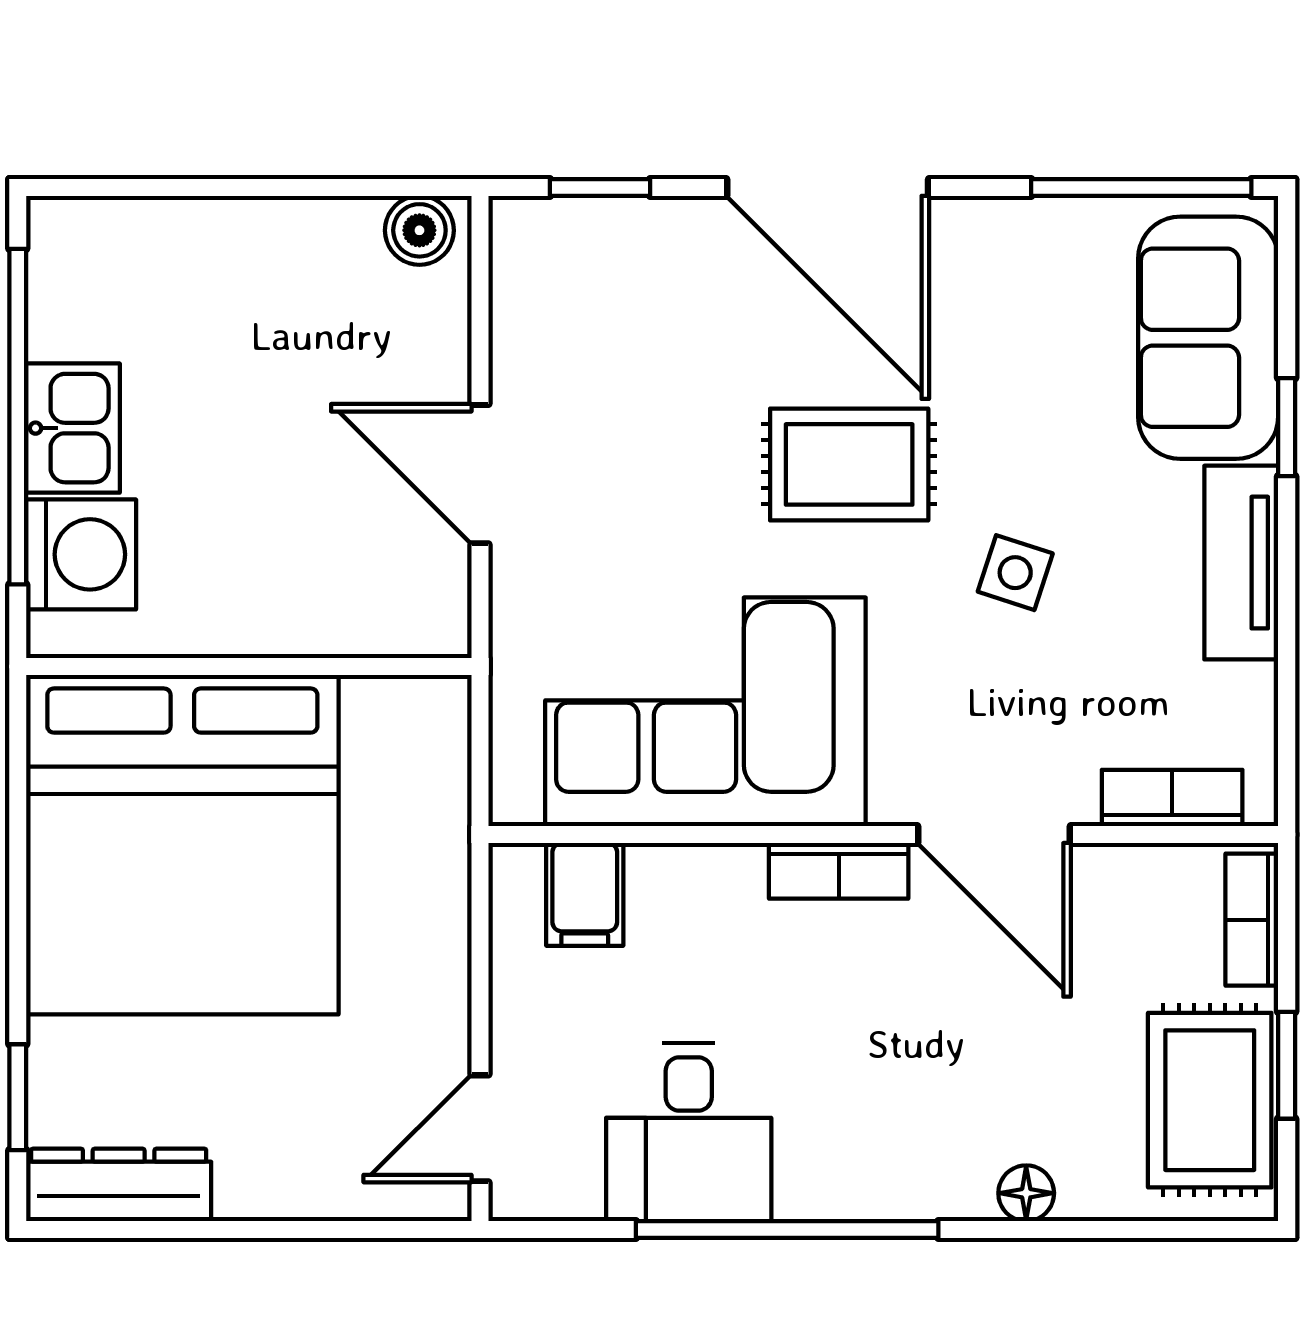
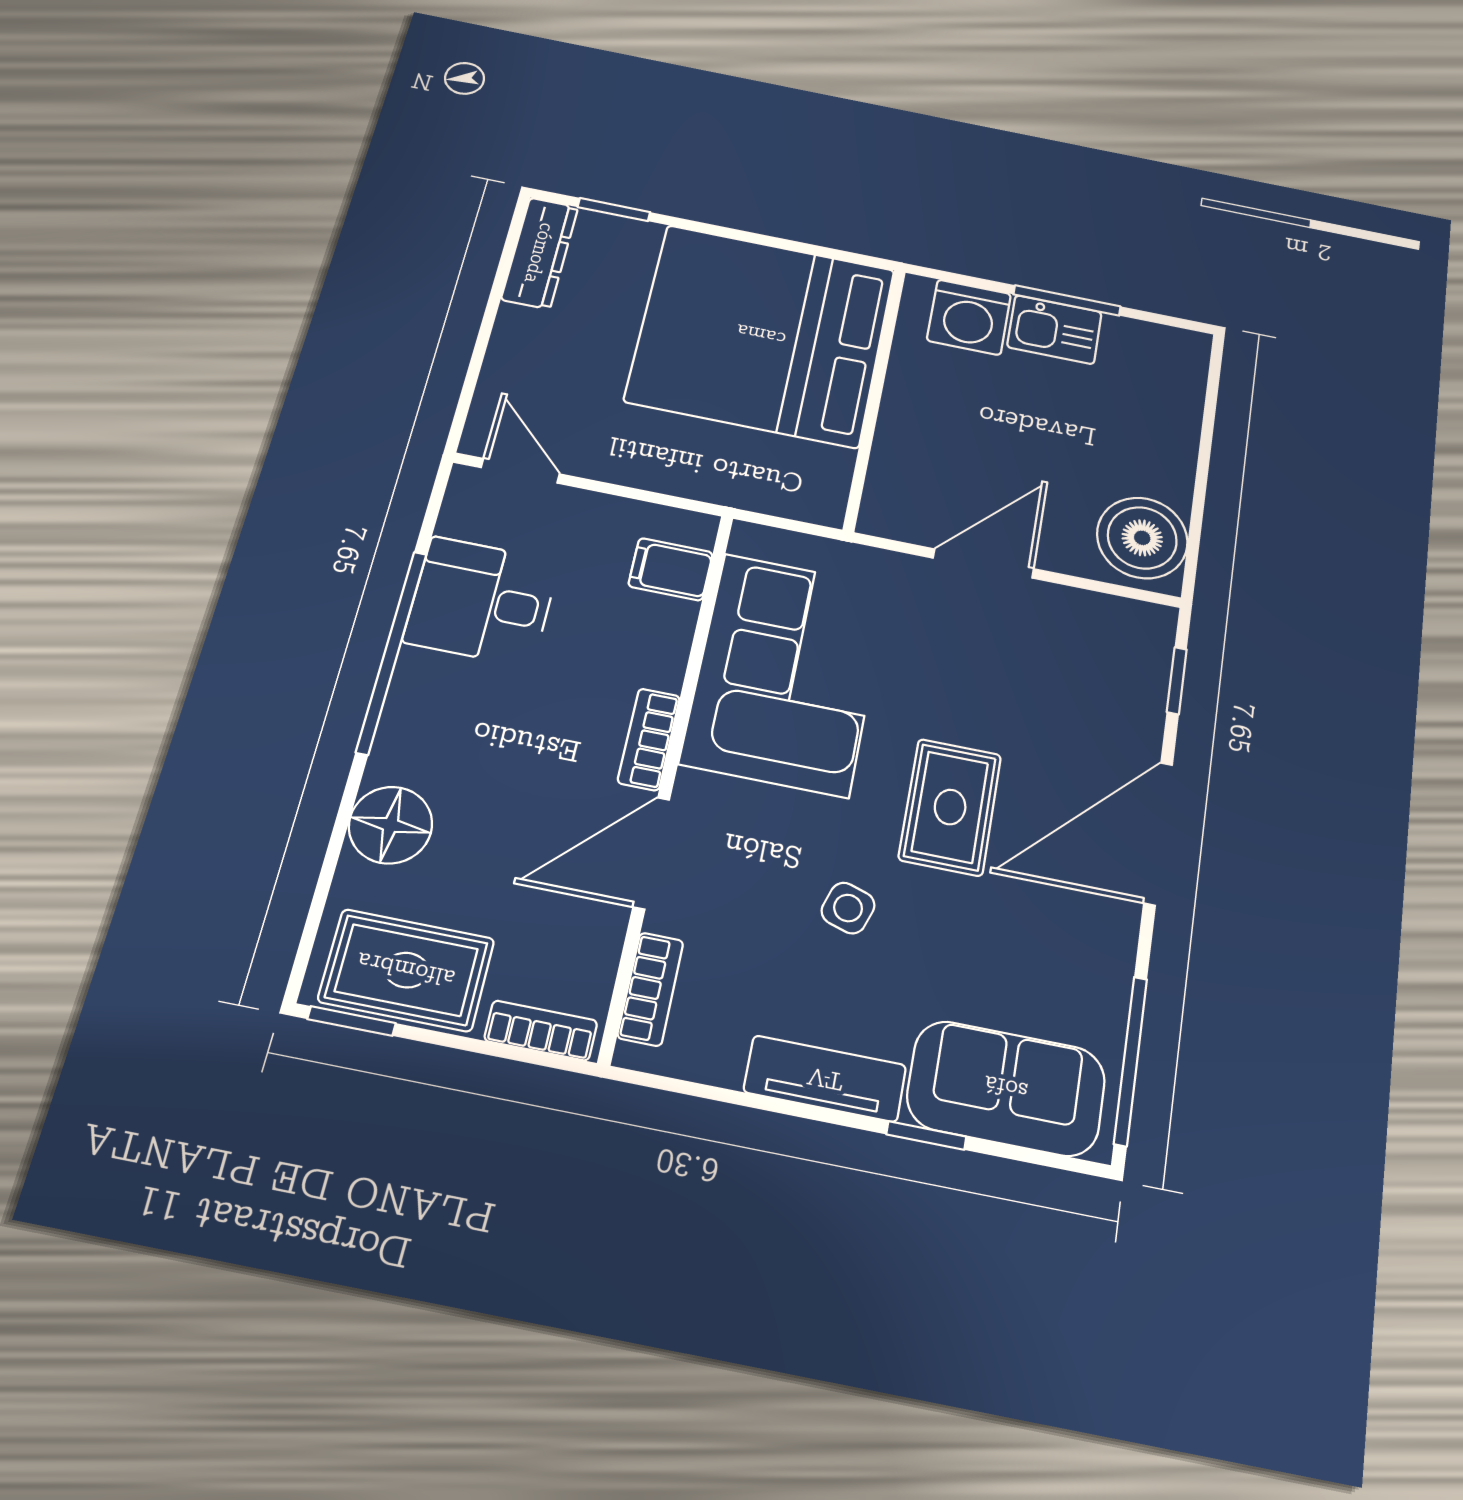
boiler: (419, 230) -> (1142, 538), width x1.86, depth x1.86
window: (18, 417) -> (1067, 300), width x0.47
window: (1287, 1065) -> (352, 1021), moved
floor lamp: (1026, 1193) -> (391, 825), width x1.89, depth x1.89

